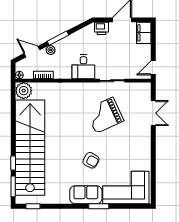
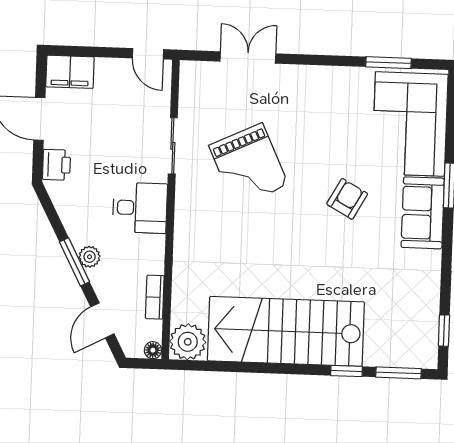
plant: (51, 50) -> (90, 257), moved
stairs: (30, 148) -> (286, 331), width x0.73
window: (153, 177) -> (388, 63), added

